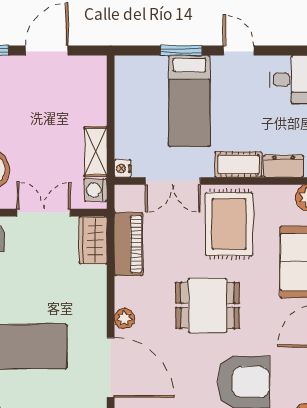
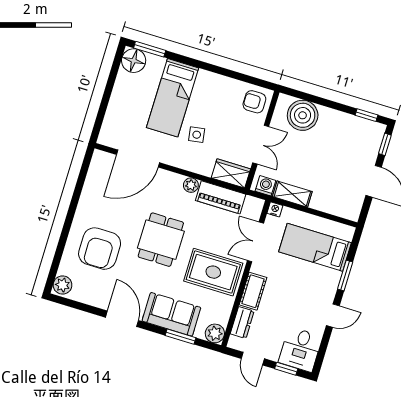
bed: (189, 101) -> (315, 247), moved
side table: (56, 300) -> (197, 135), added
plant: (124, 318) -> (191, 185), moved

